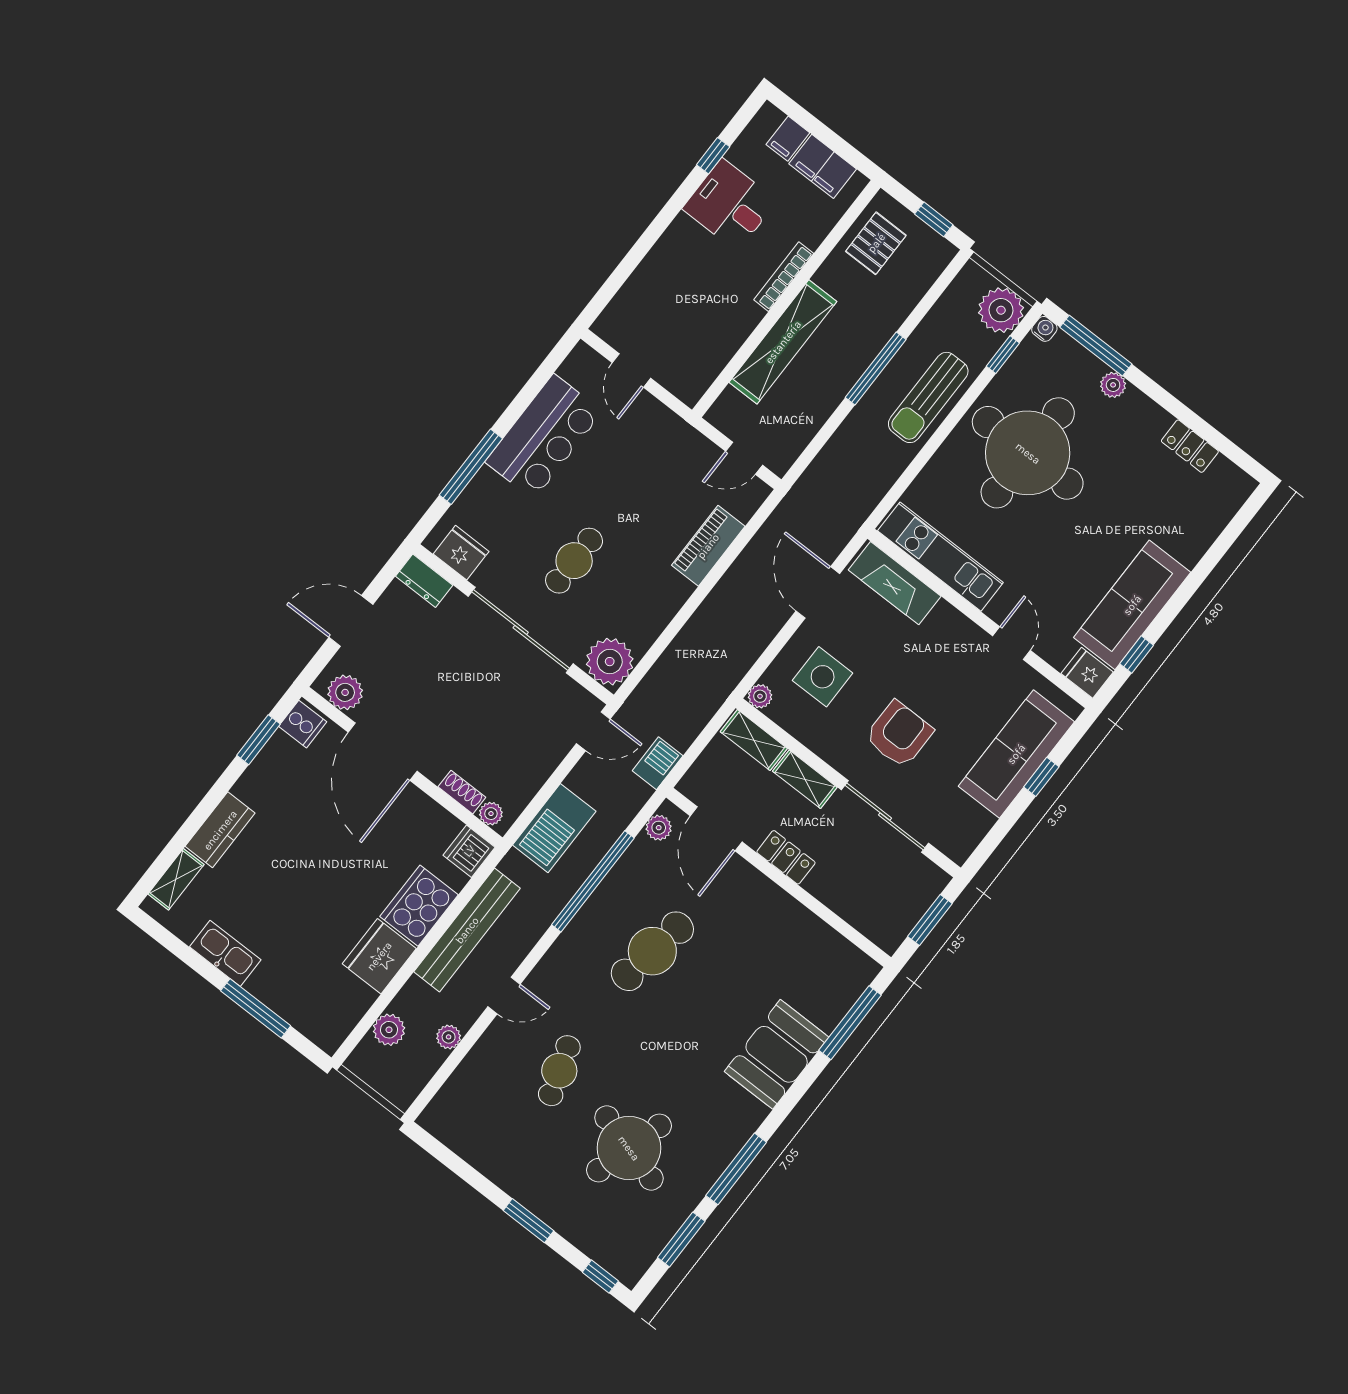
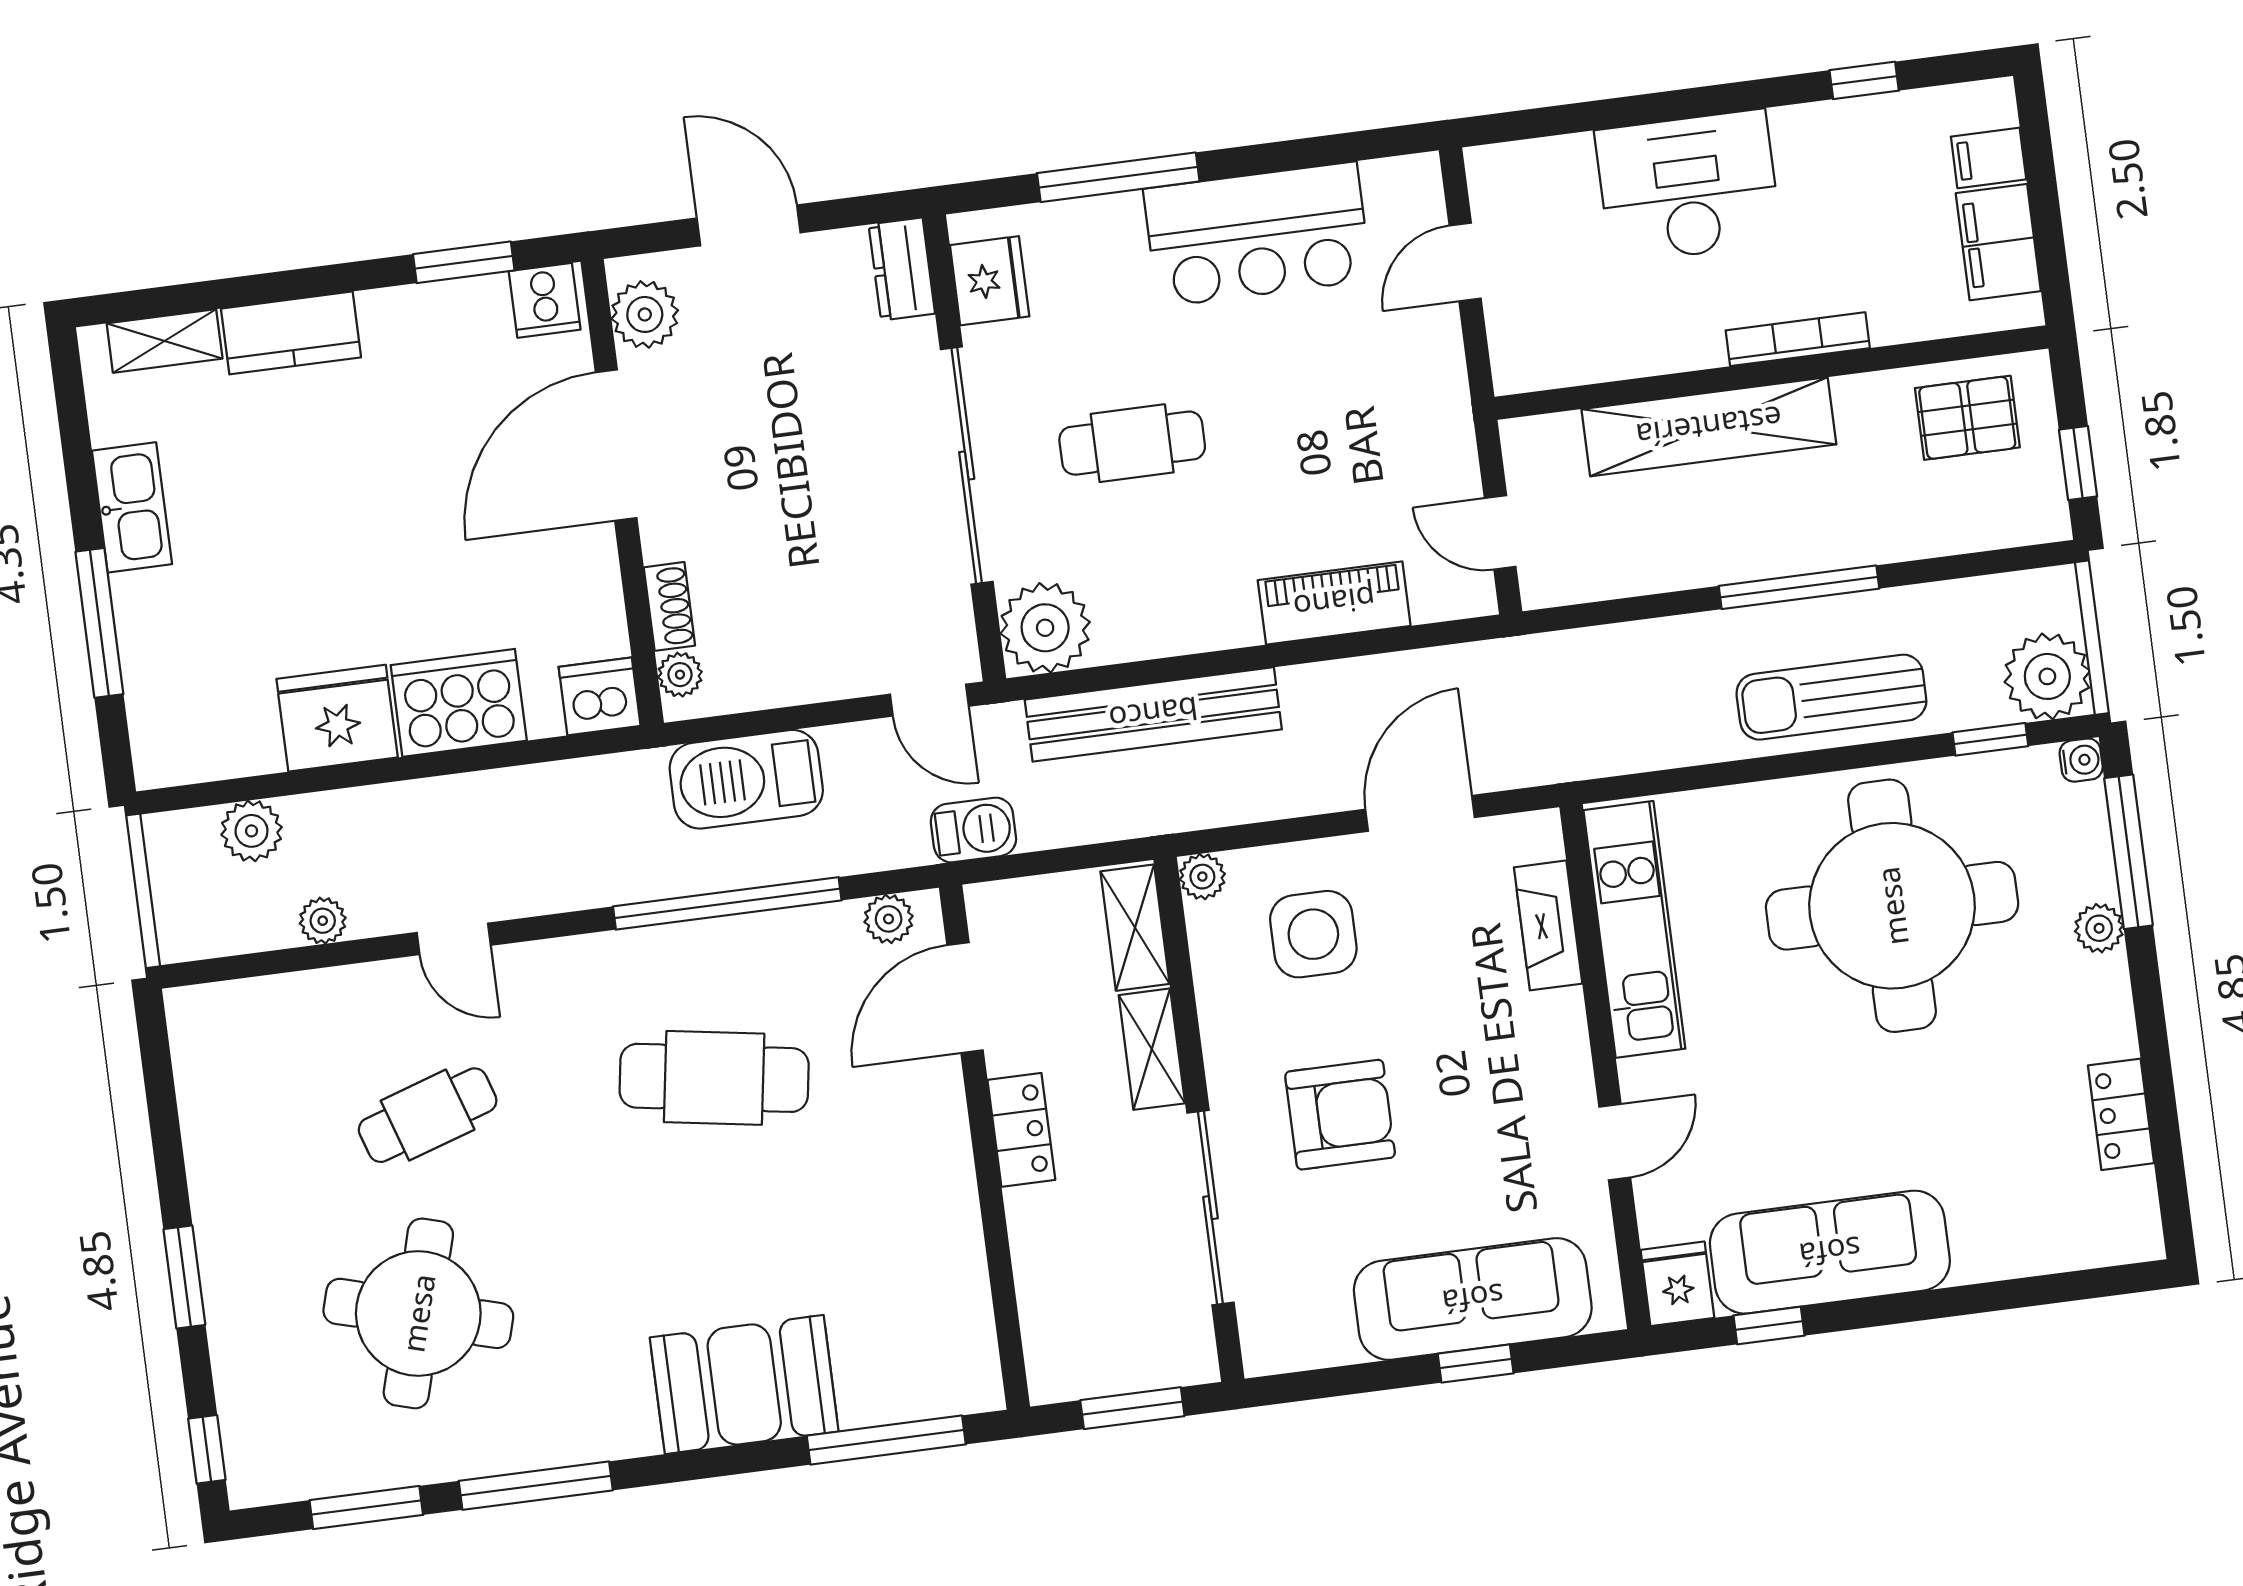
desk: (730, 205) -> (1688, 187), moved, width x1.37
fireplace: (895, 583) -> (1548, 925), width x0.73, depth x0.76
bench: (467, 930) -> (1153, 714), moved

